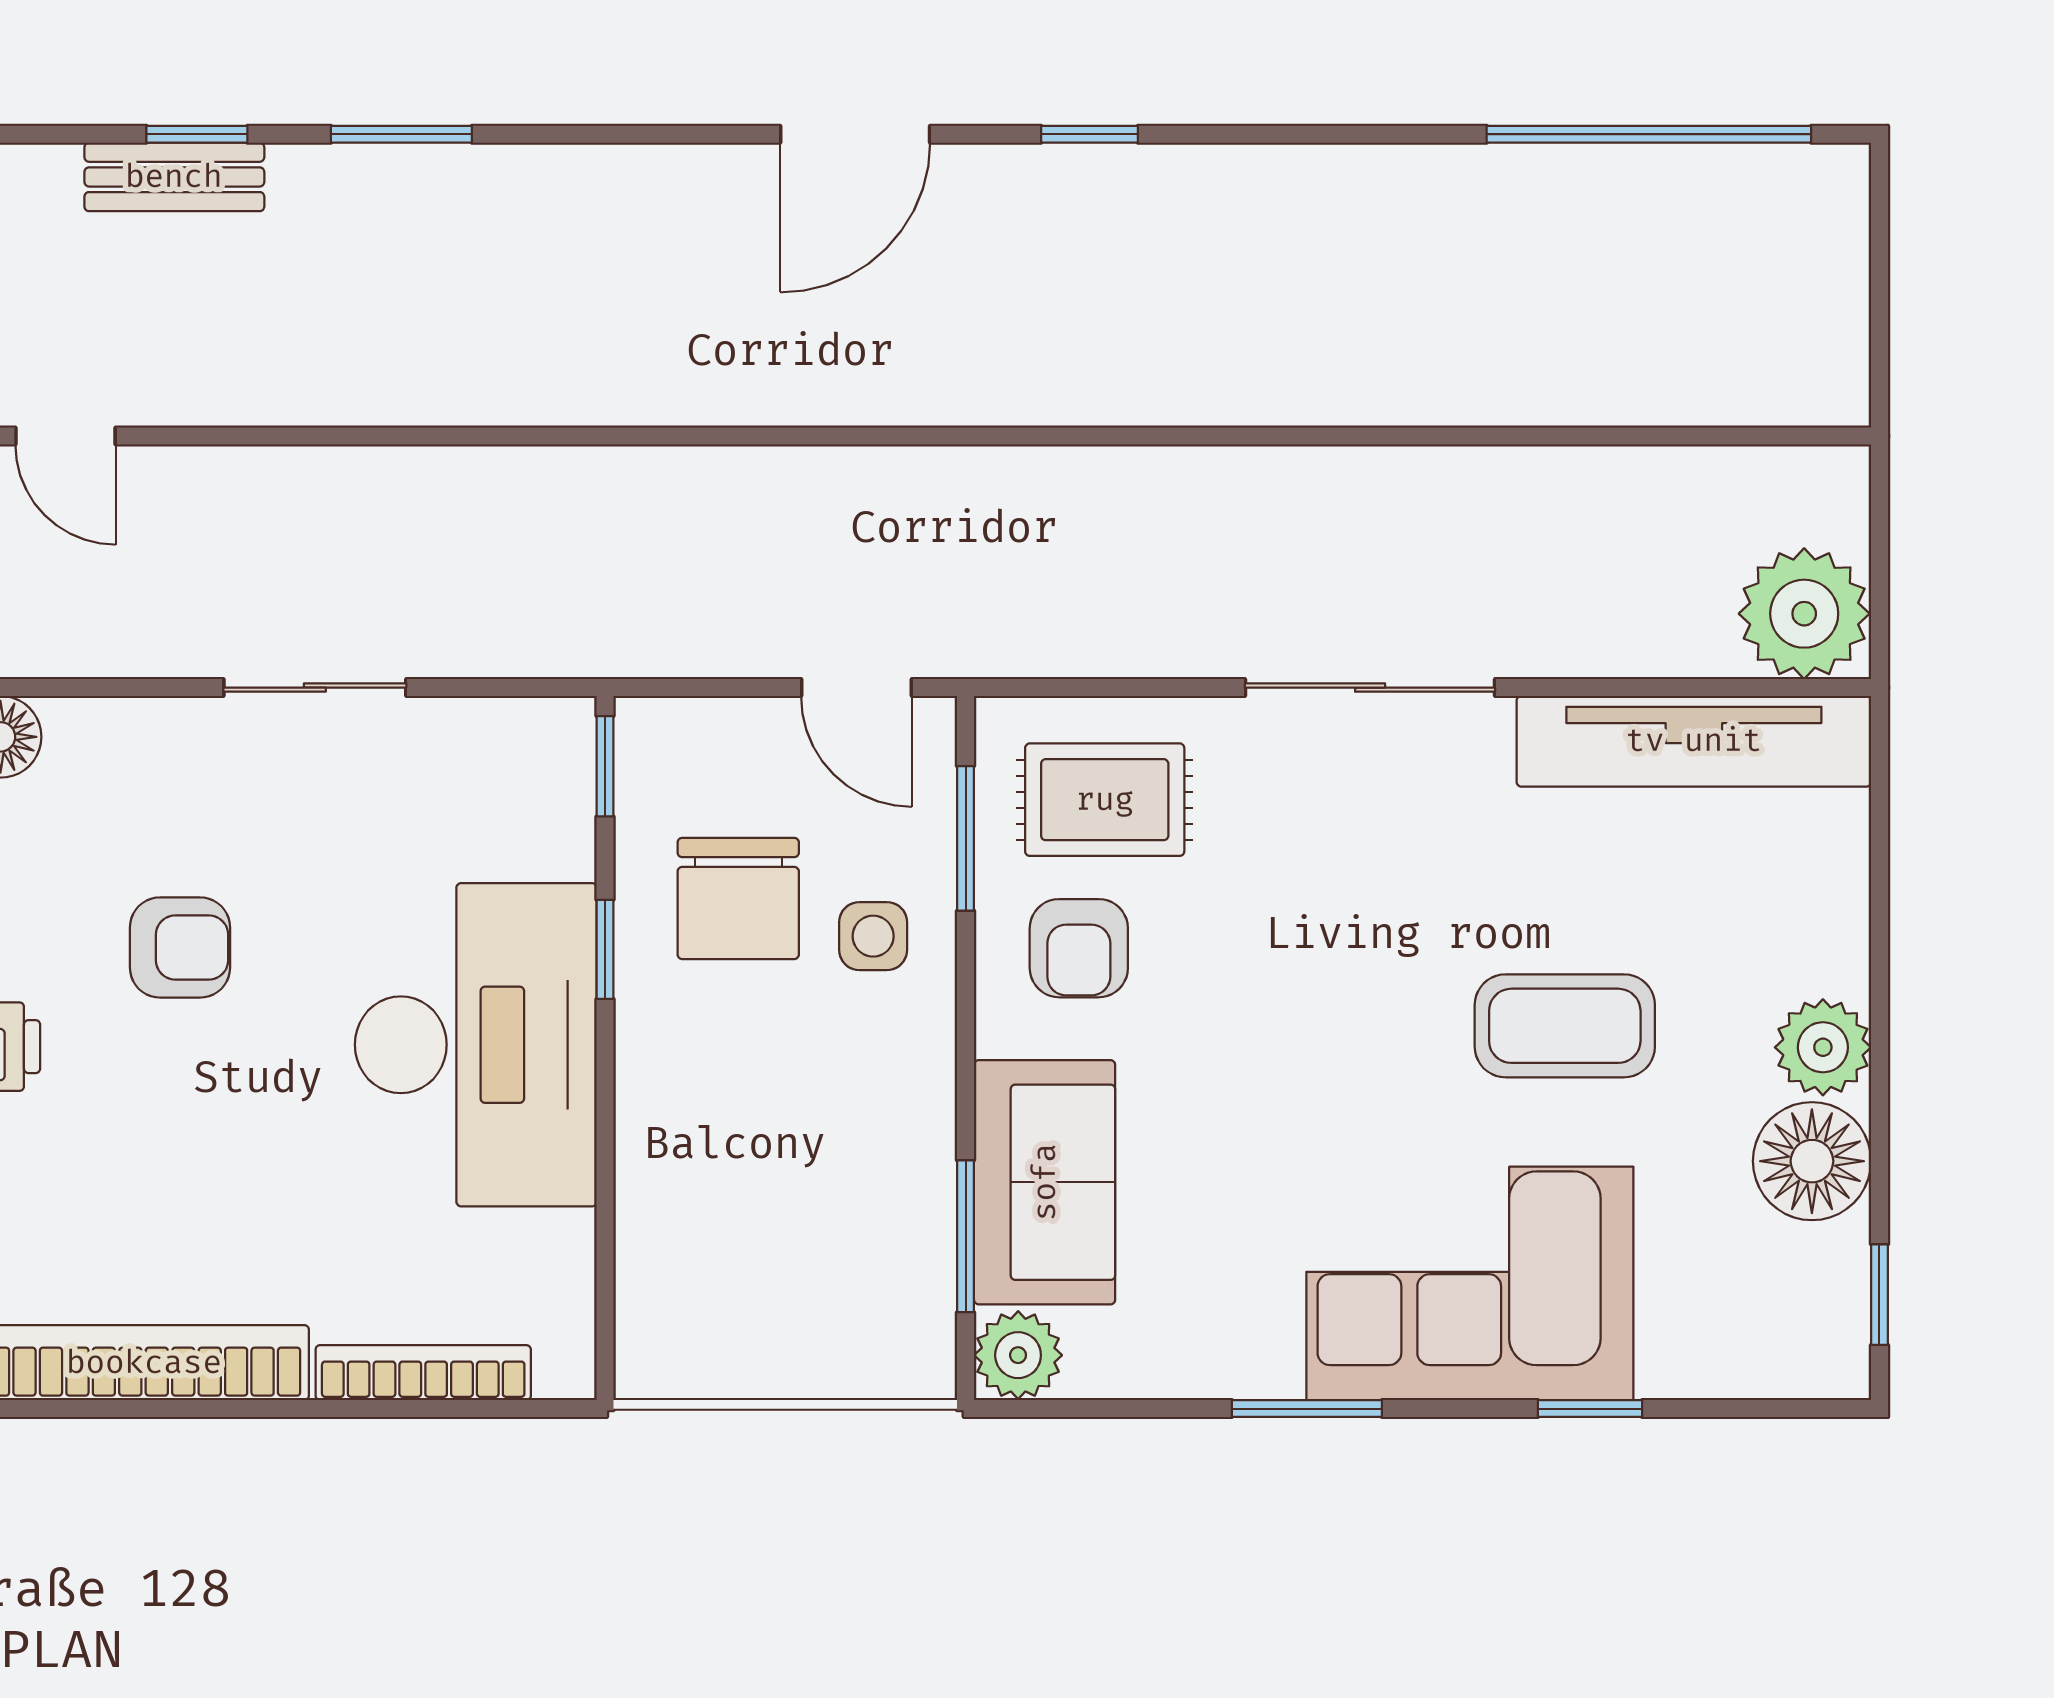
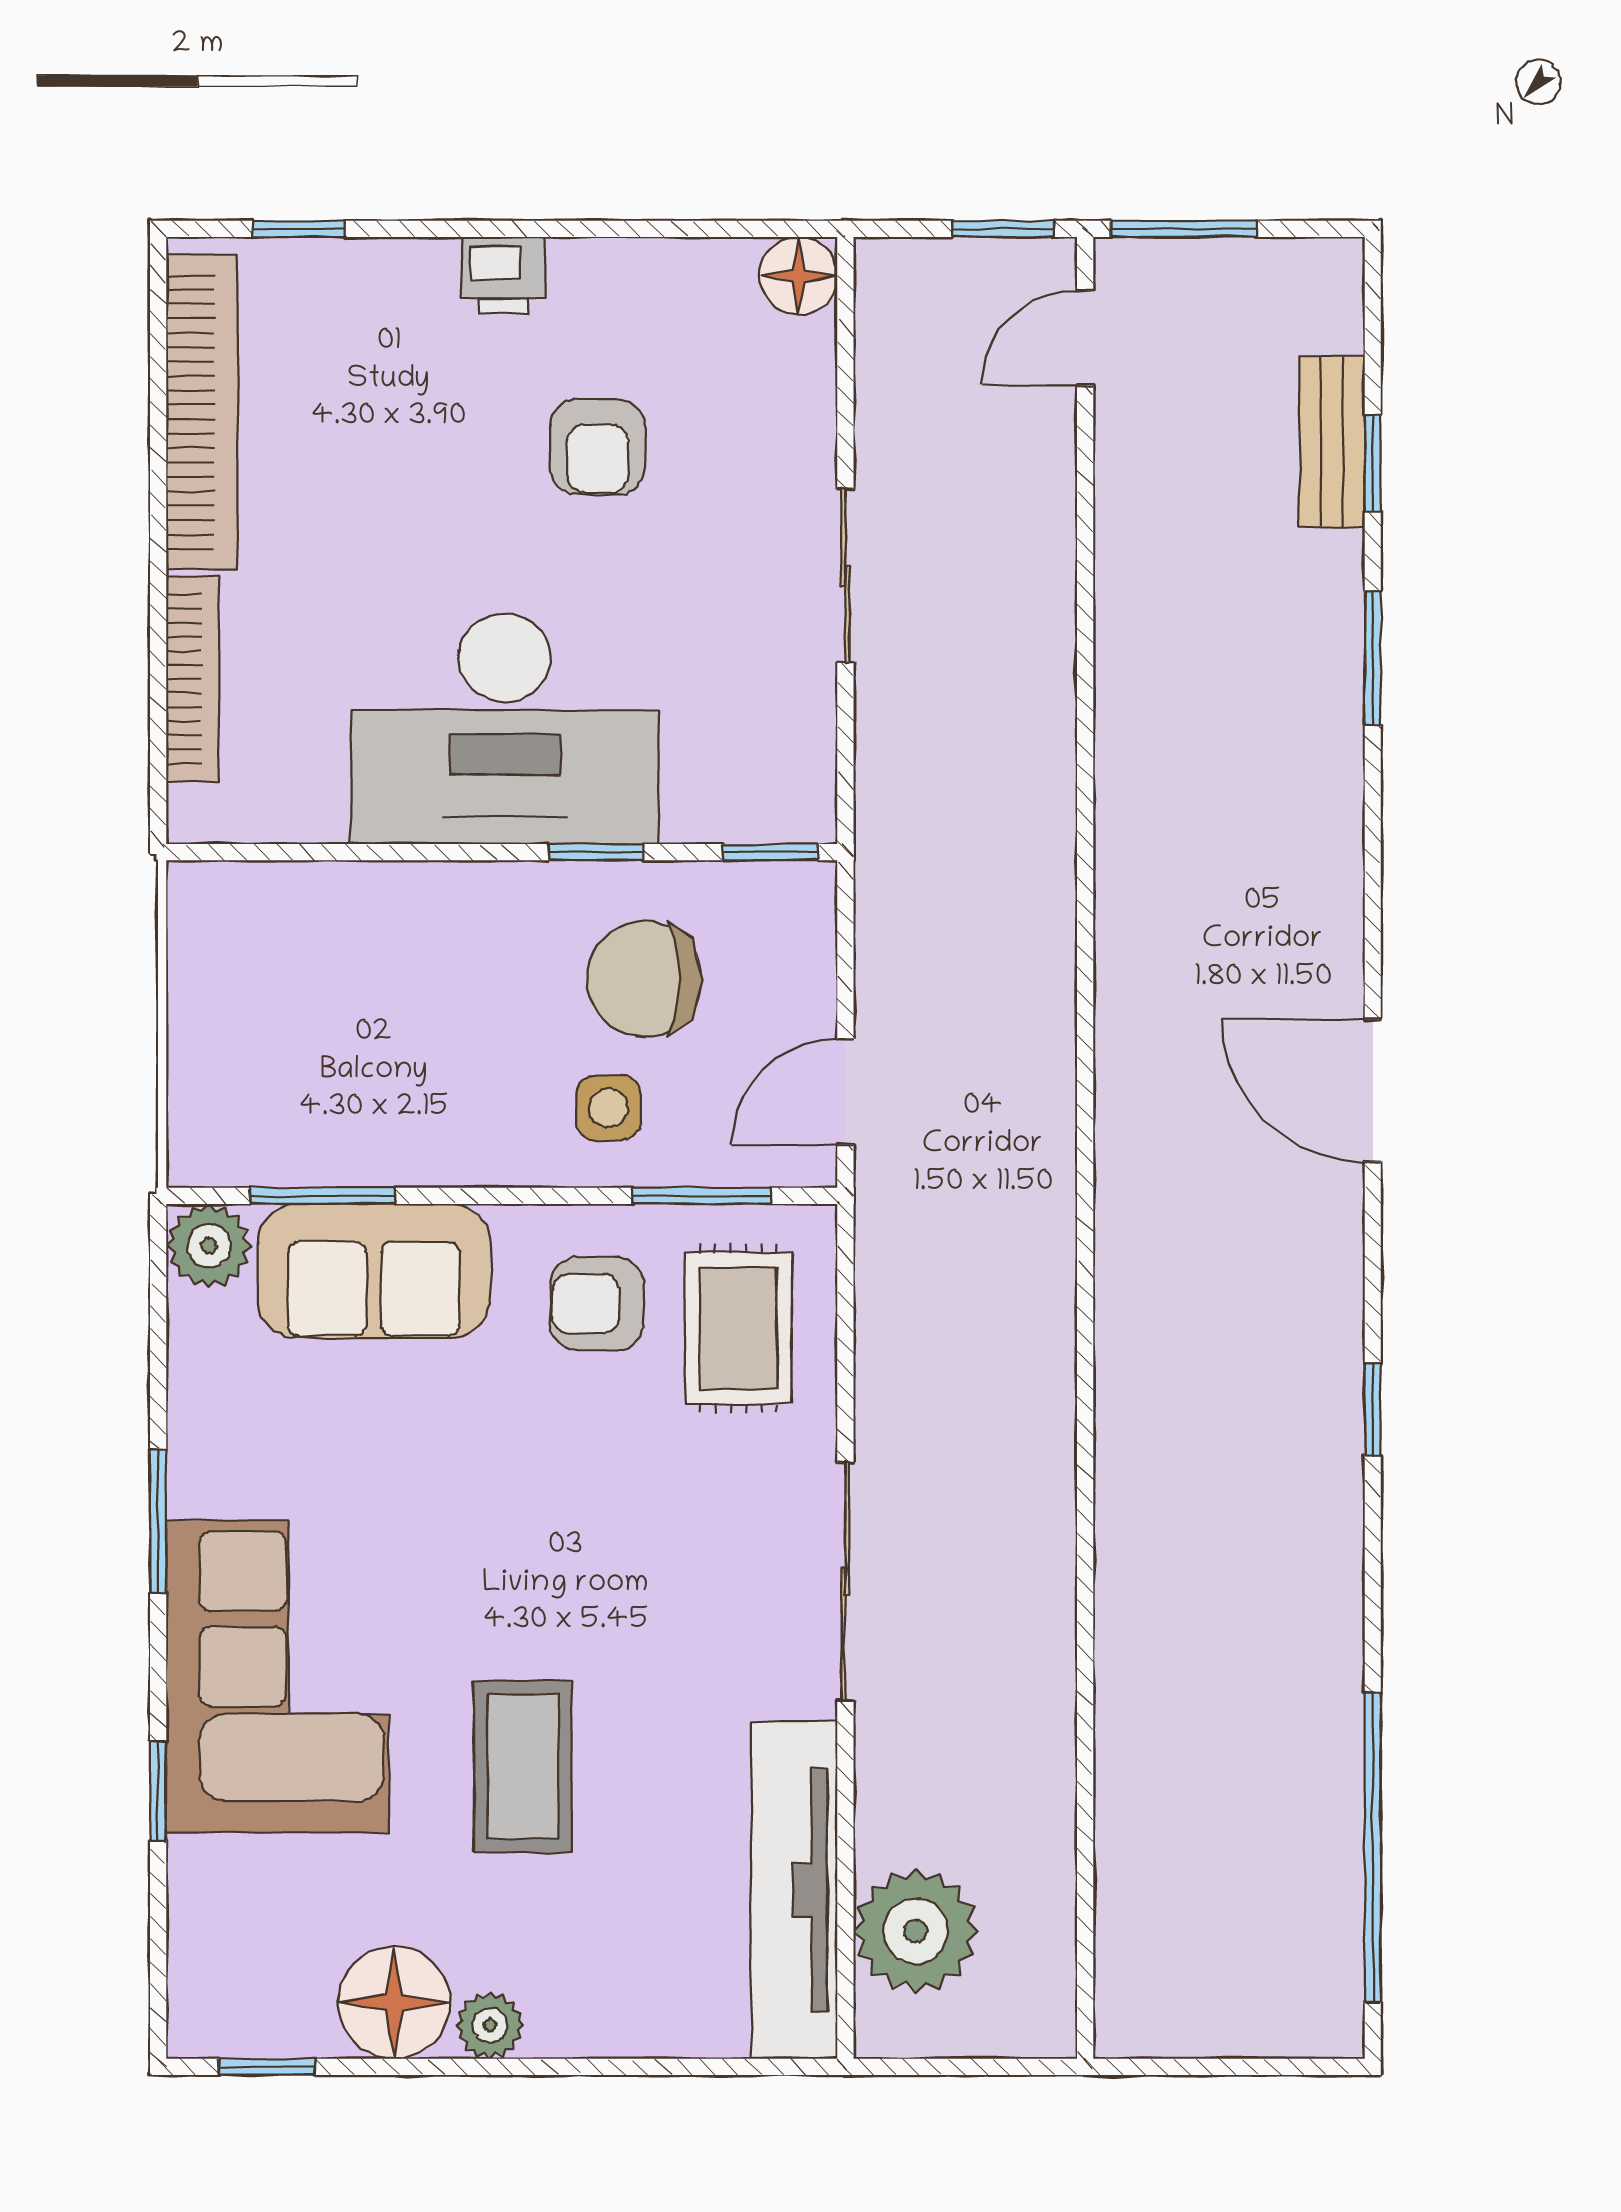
window: (1090, 134) -> (1373, 1410), moved
plant: (1804, 614) -> (916, 1931), moved
plant: (1823, 1047) -> (490, 2025), width x0.73, depth x0.73

